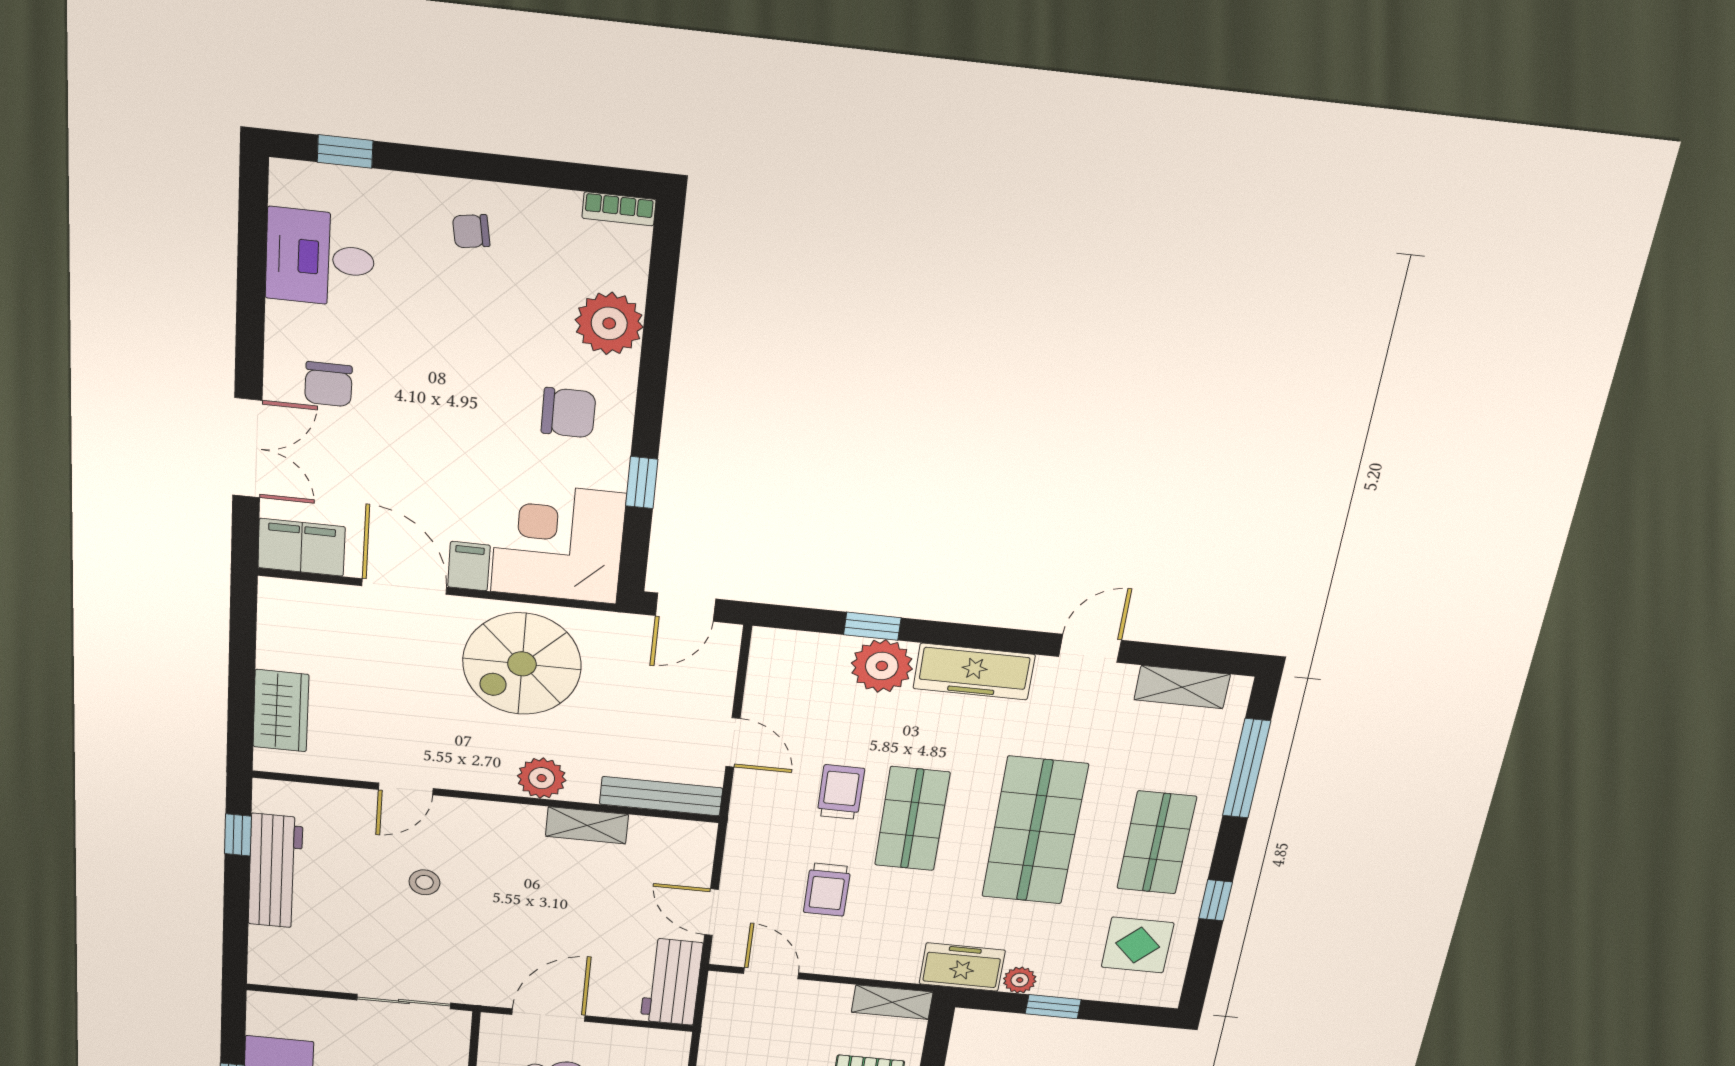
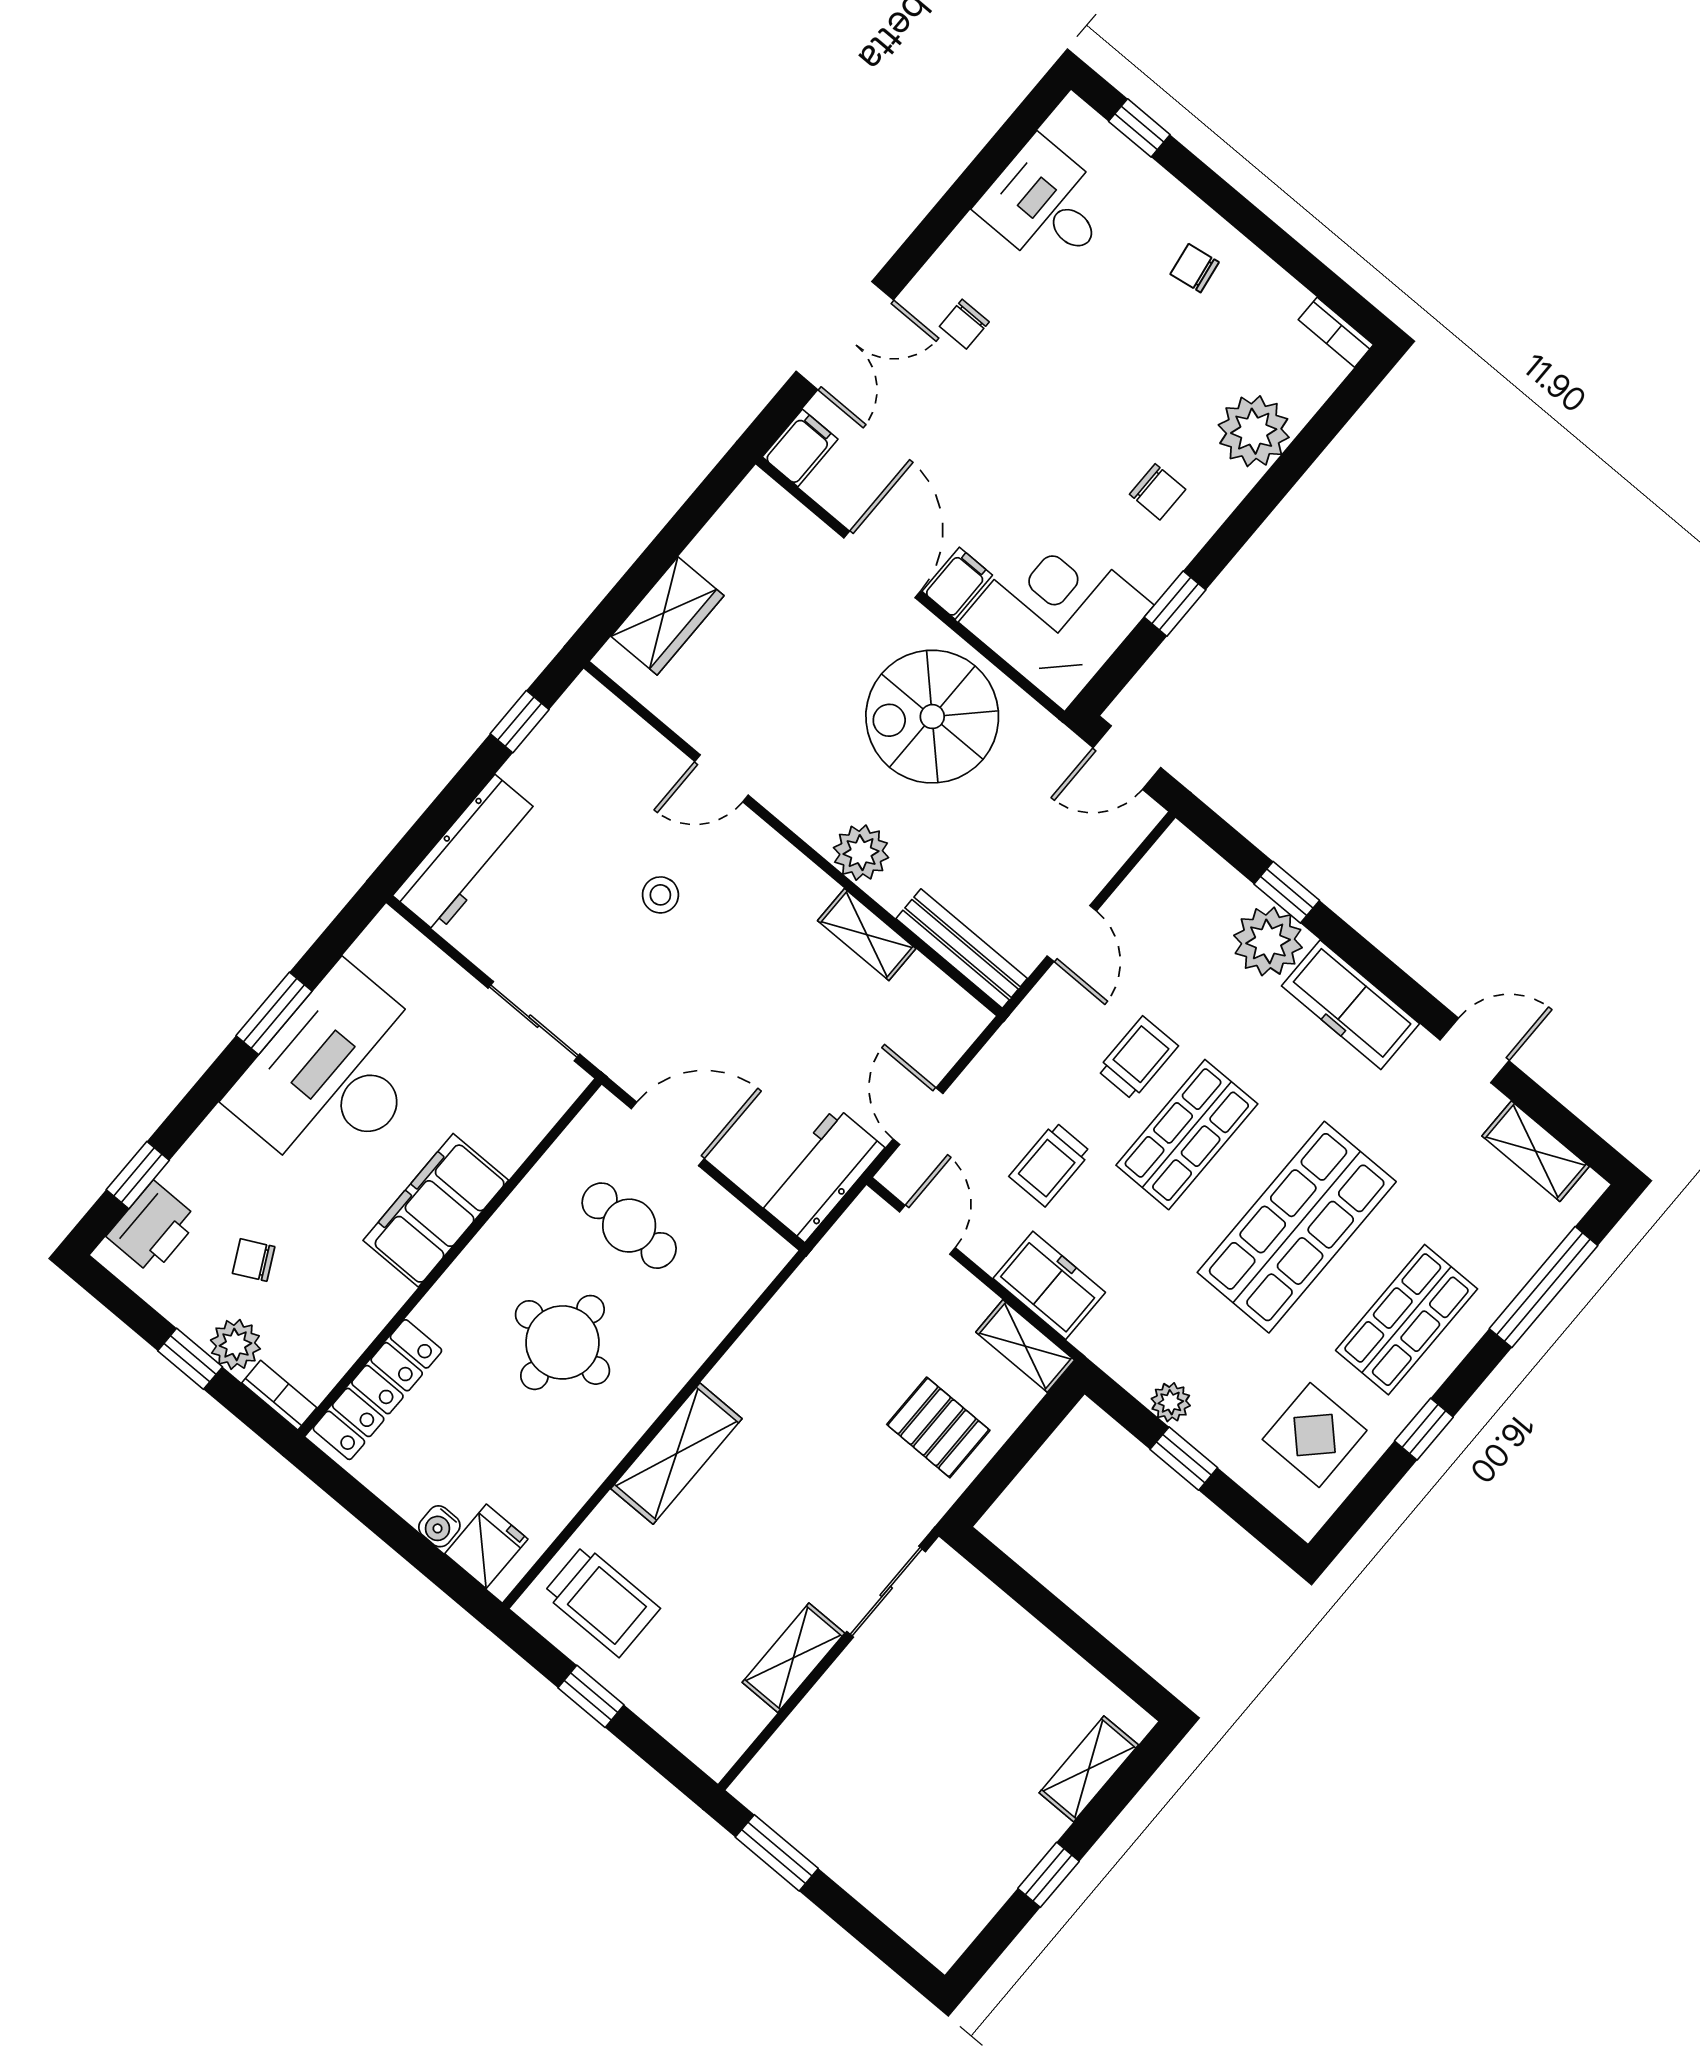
chair: (328, 384) -> (964, 324), width x0.73, depth x0.73
chair: (568, 413) -> (1158, 492), width x0.73, depth x0.73
filing cabinet: (301, 547) -> (800, 448), width x0.50
workbench: (275, 871) -> (467, 854), moved
freezer: (962, 967) -> (1049, 1285), moved

